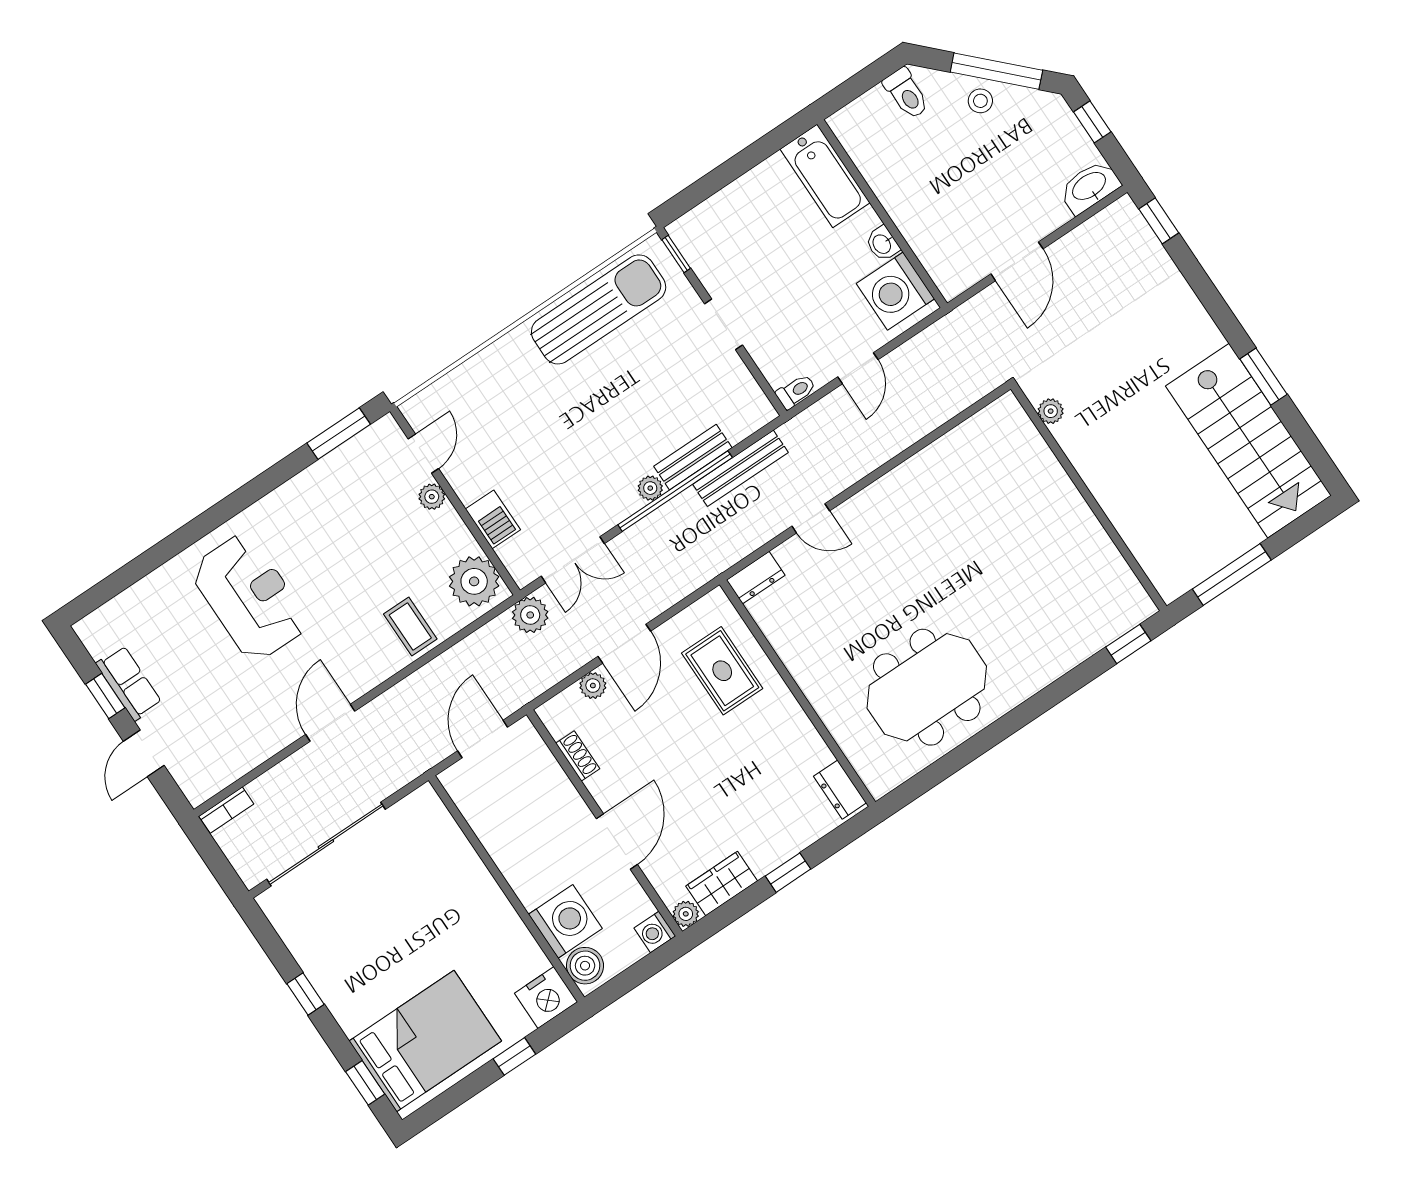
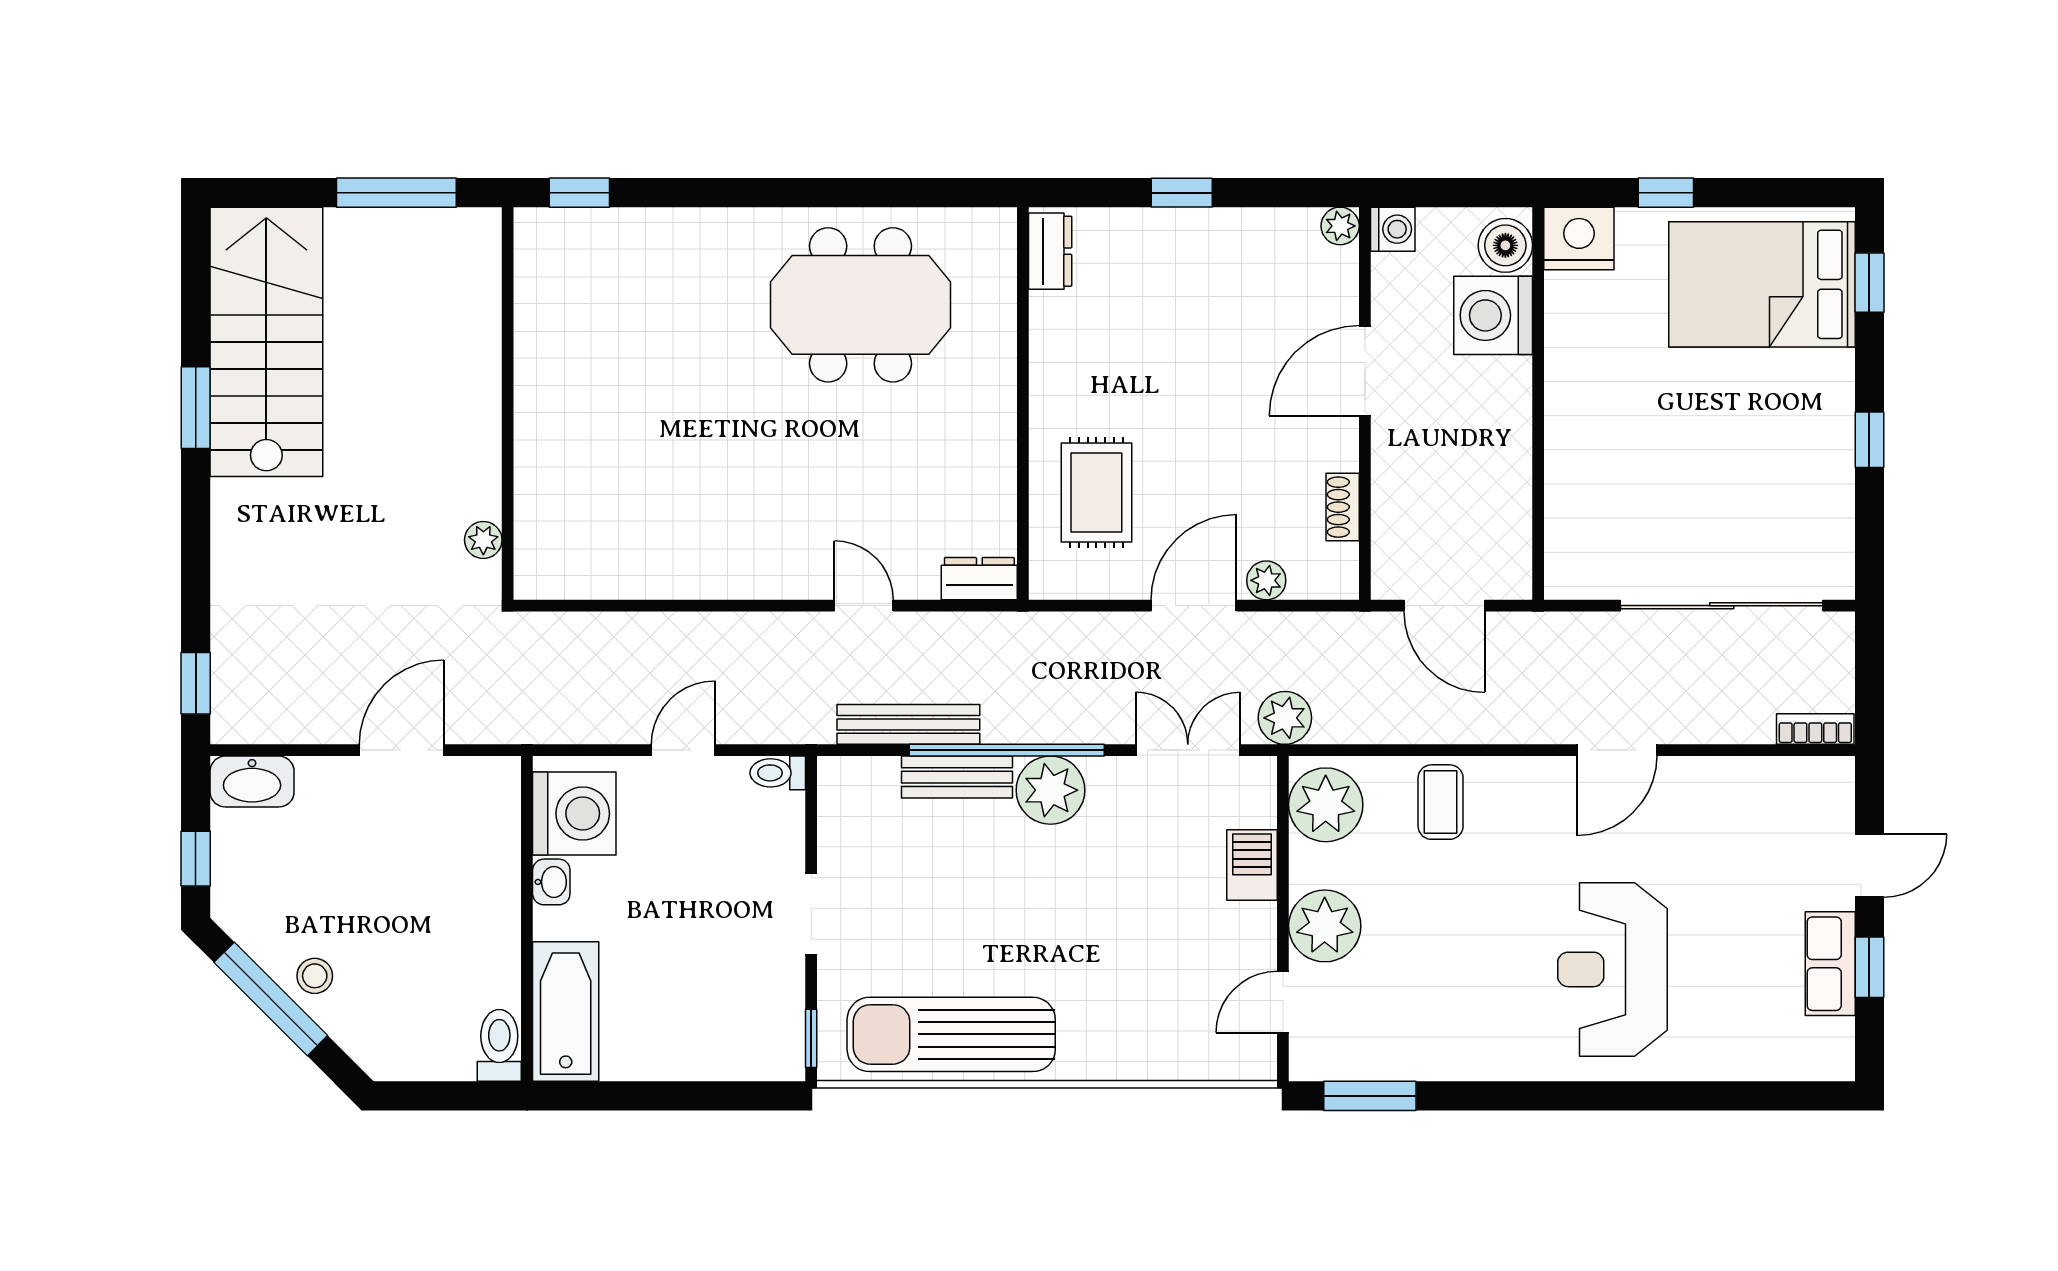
toilet: (906, 94) -> (499, 1045), moved
plant: (650, 488) -> (1050, 790), width x1.87, depth x1.87
plant: (432, 497) -> (1325, 926), width x1.88, depth x1.88
door: (483, 739) -> (1444, 606), hinge flipped
wardrobe: (722, 884) -> (1271, 234), removed

